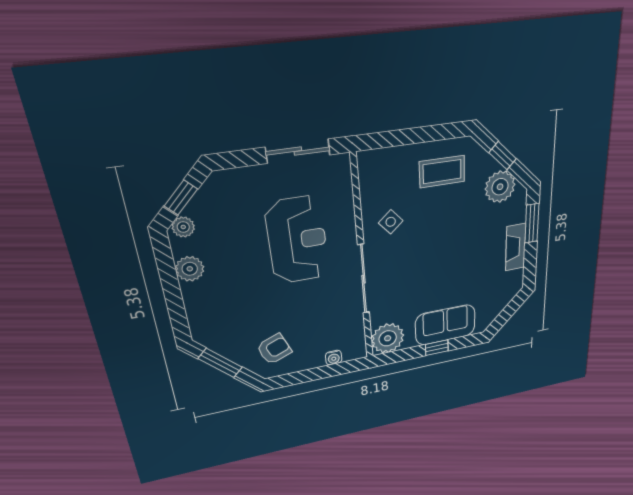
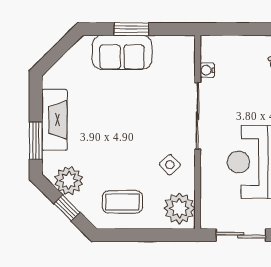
fireplace: (516, 247) -> (54, 120), width x1.37, depth x1.32
plant: (388, 338) -> (179, 208), moved
window: (437, 348) -> (131, 29), width x1.50
water cooler: (334, 358) -> (207, 70), moved, turned -90

